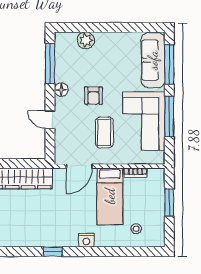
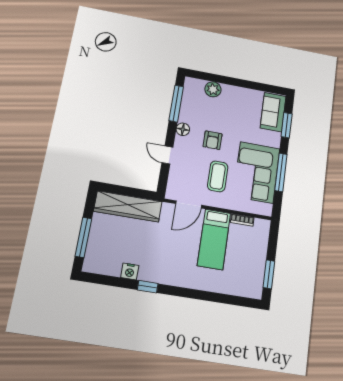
sofa: (153, 60) -> (273, 112), width x0.73
window: (169, 64) -> (287, 125), width x0.69
window: (169, 203) -> (269, 274), moved
stool: (136, 229) -> (235, 276), removed
nightstand: (86, 240) -> (130, 271), moved

